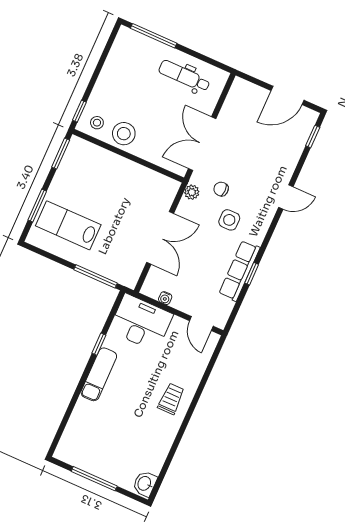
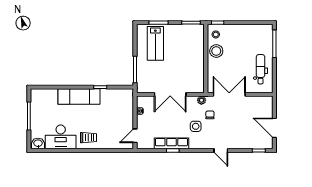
lab bench: (68, 225) -> (155, 43), turned 180
desk: (141, 323) -> (61, 137), moved, turned 90
exam couch: (99, 374) -> (79, 96), width x1.36, depth x1.45

